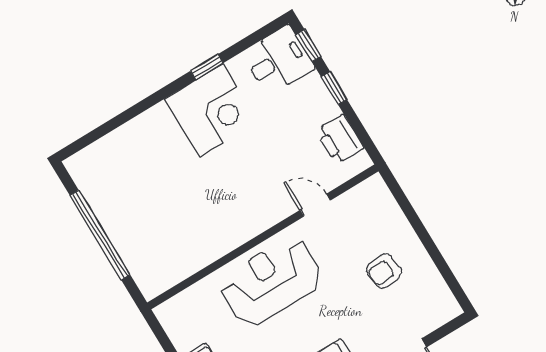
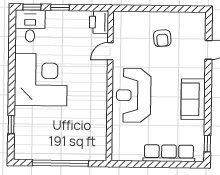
window: (207, 67) -> (11, 125), moved
corner desk: (211, 110) -> (41, 80), width x1.36, depth x1.36
printer: (340, 140) -> (99, 22), moved, turned 90

